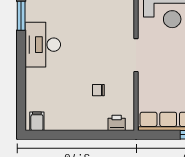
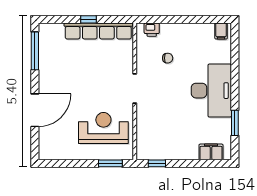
desk: (43, 45) -> (211, 91), width x1.36, depth x1.30

